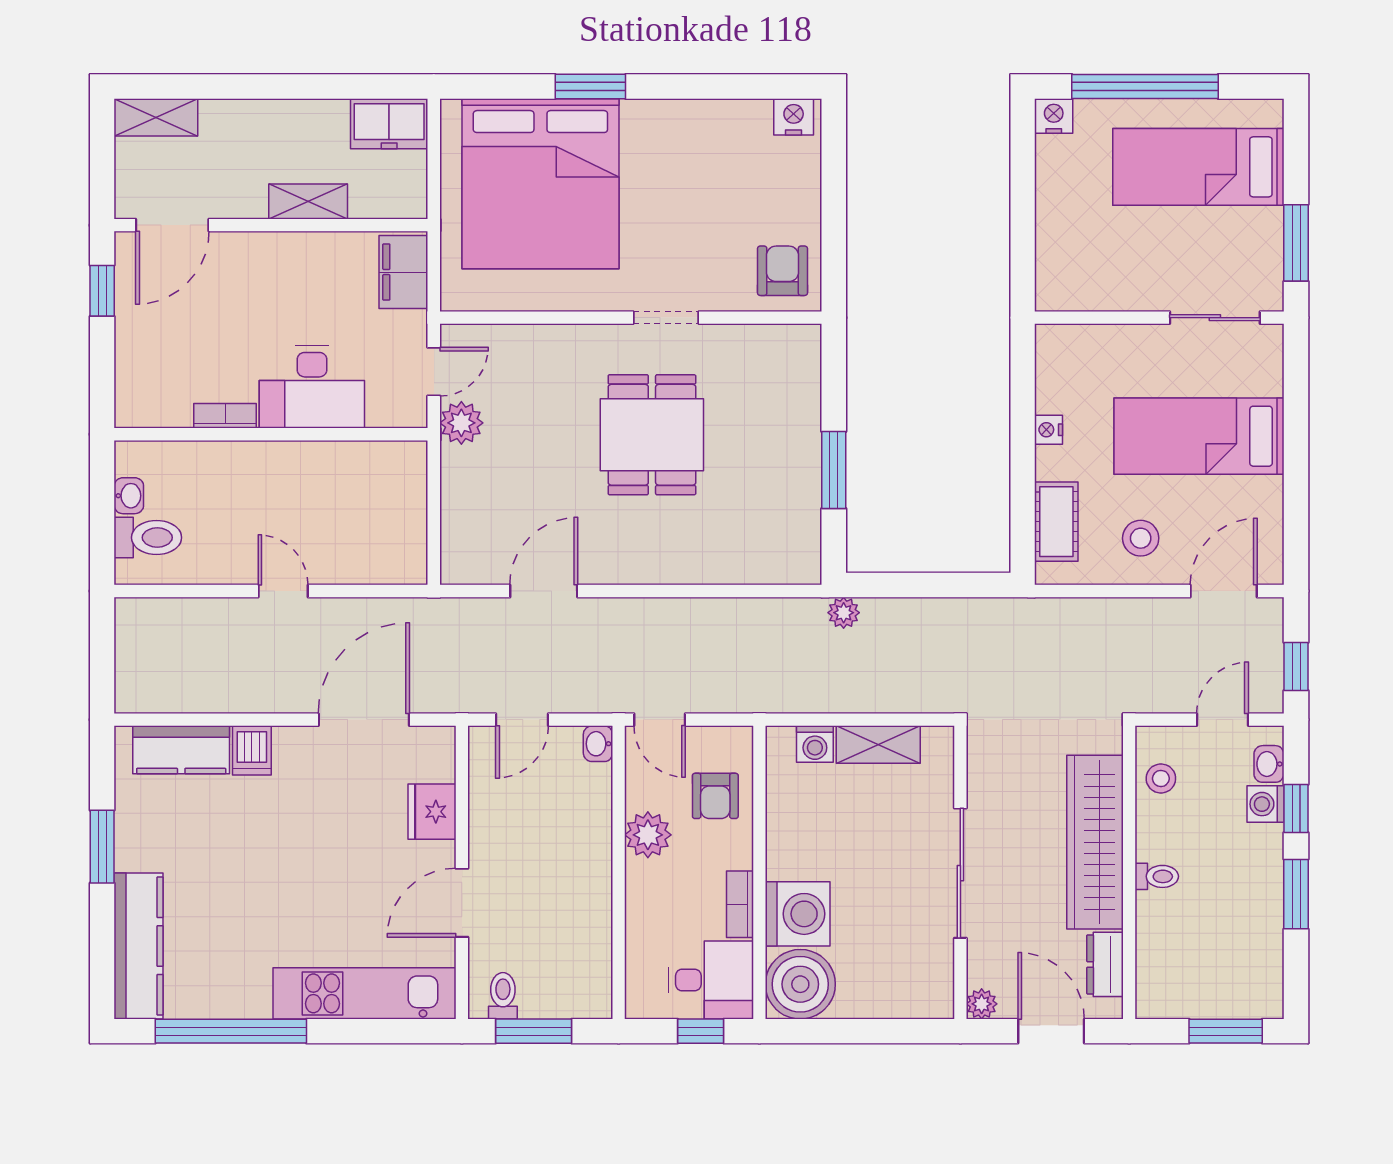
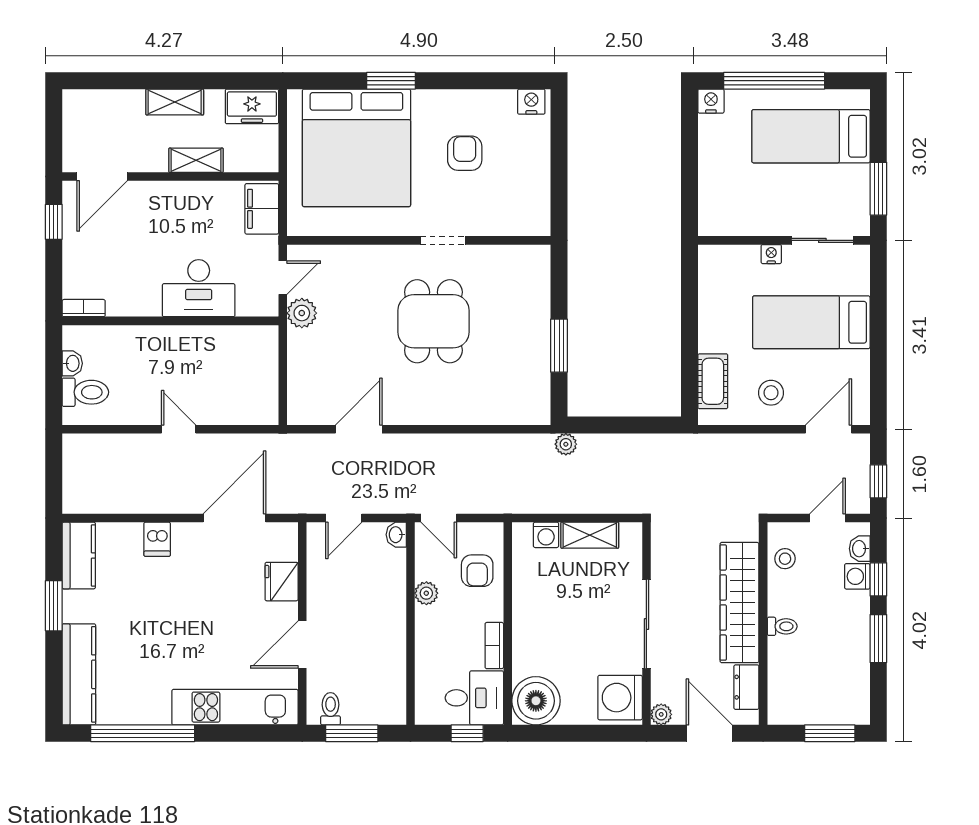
shelving: (156, 117) -> (175, 102), moved
armchair: (783, 271) -> (465, 153), moved
bookcase: (225, 416) -> (84, 308), moved
nightstand: (1049, 430) -> (771, 254), moved, turned 90
kitchen counter: (181, 750) -> (79, 556), moved, turned -90
plant: (648, 835) -> (426, 593), width x0.73, depth x0.73
washing machine: (798, 914) -> (620, 698), moved, turned 180

